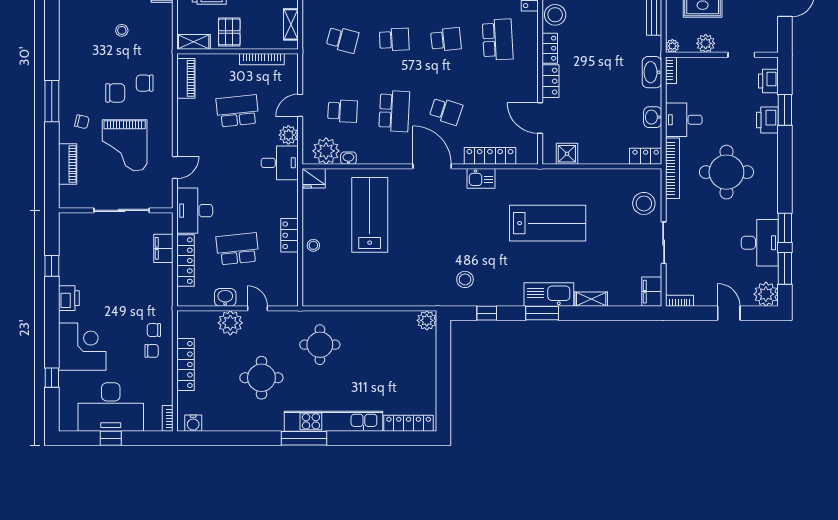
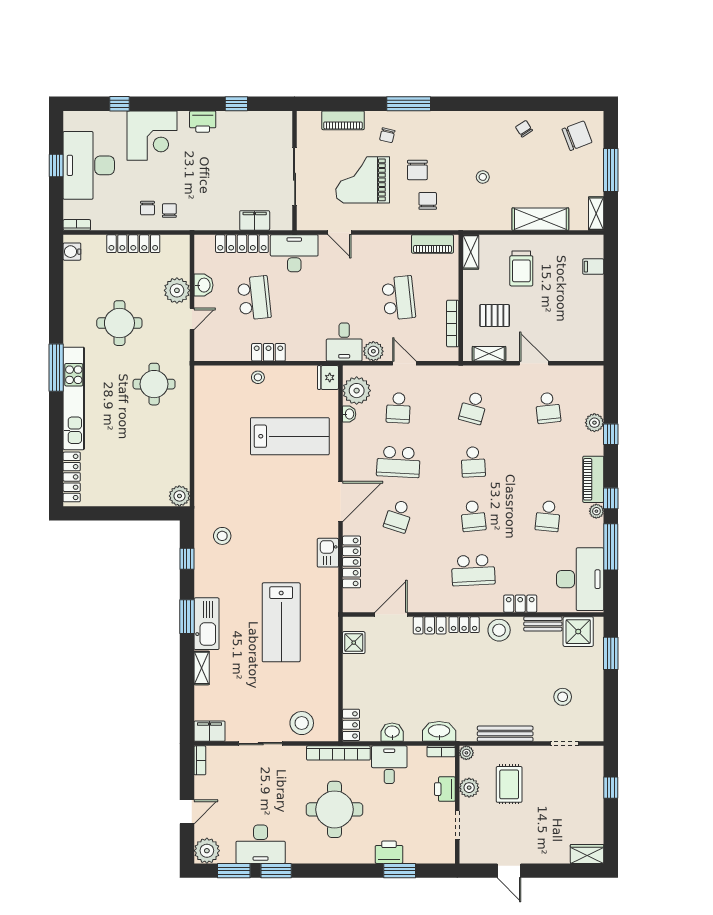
pallet: (229, 32) -> (495, 316), moved
printer: (768, 81) -> (445, 789), moved, turned -90

